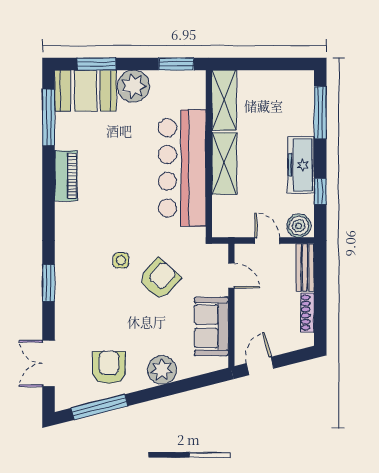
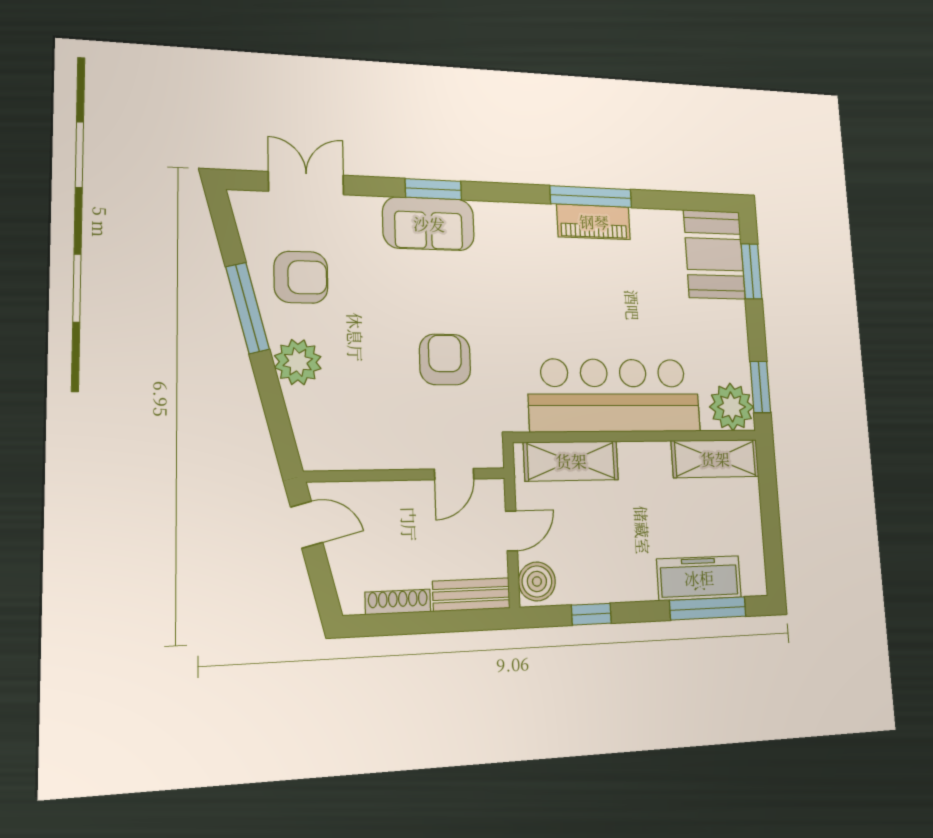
plant: (134, 86) -> (732, 407), moved
window: (49, 117) -> (591, 197), moved
shelving: (224, 163) -> (571, 461), moved
freezer: (301, 165) -> (699, 578), moved
side table: (121, 260) -> (472, 300), removed
armchair: (160, 279) -> (445, 359), turned -131
sofa: (211, 326) -> (429, 224), moved, turned 180
window: (99, 407) -> (247, 308), moved

